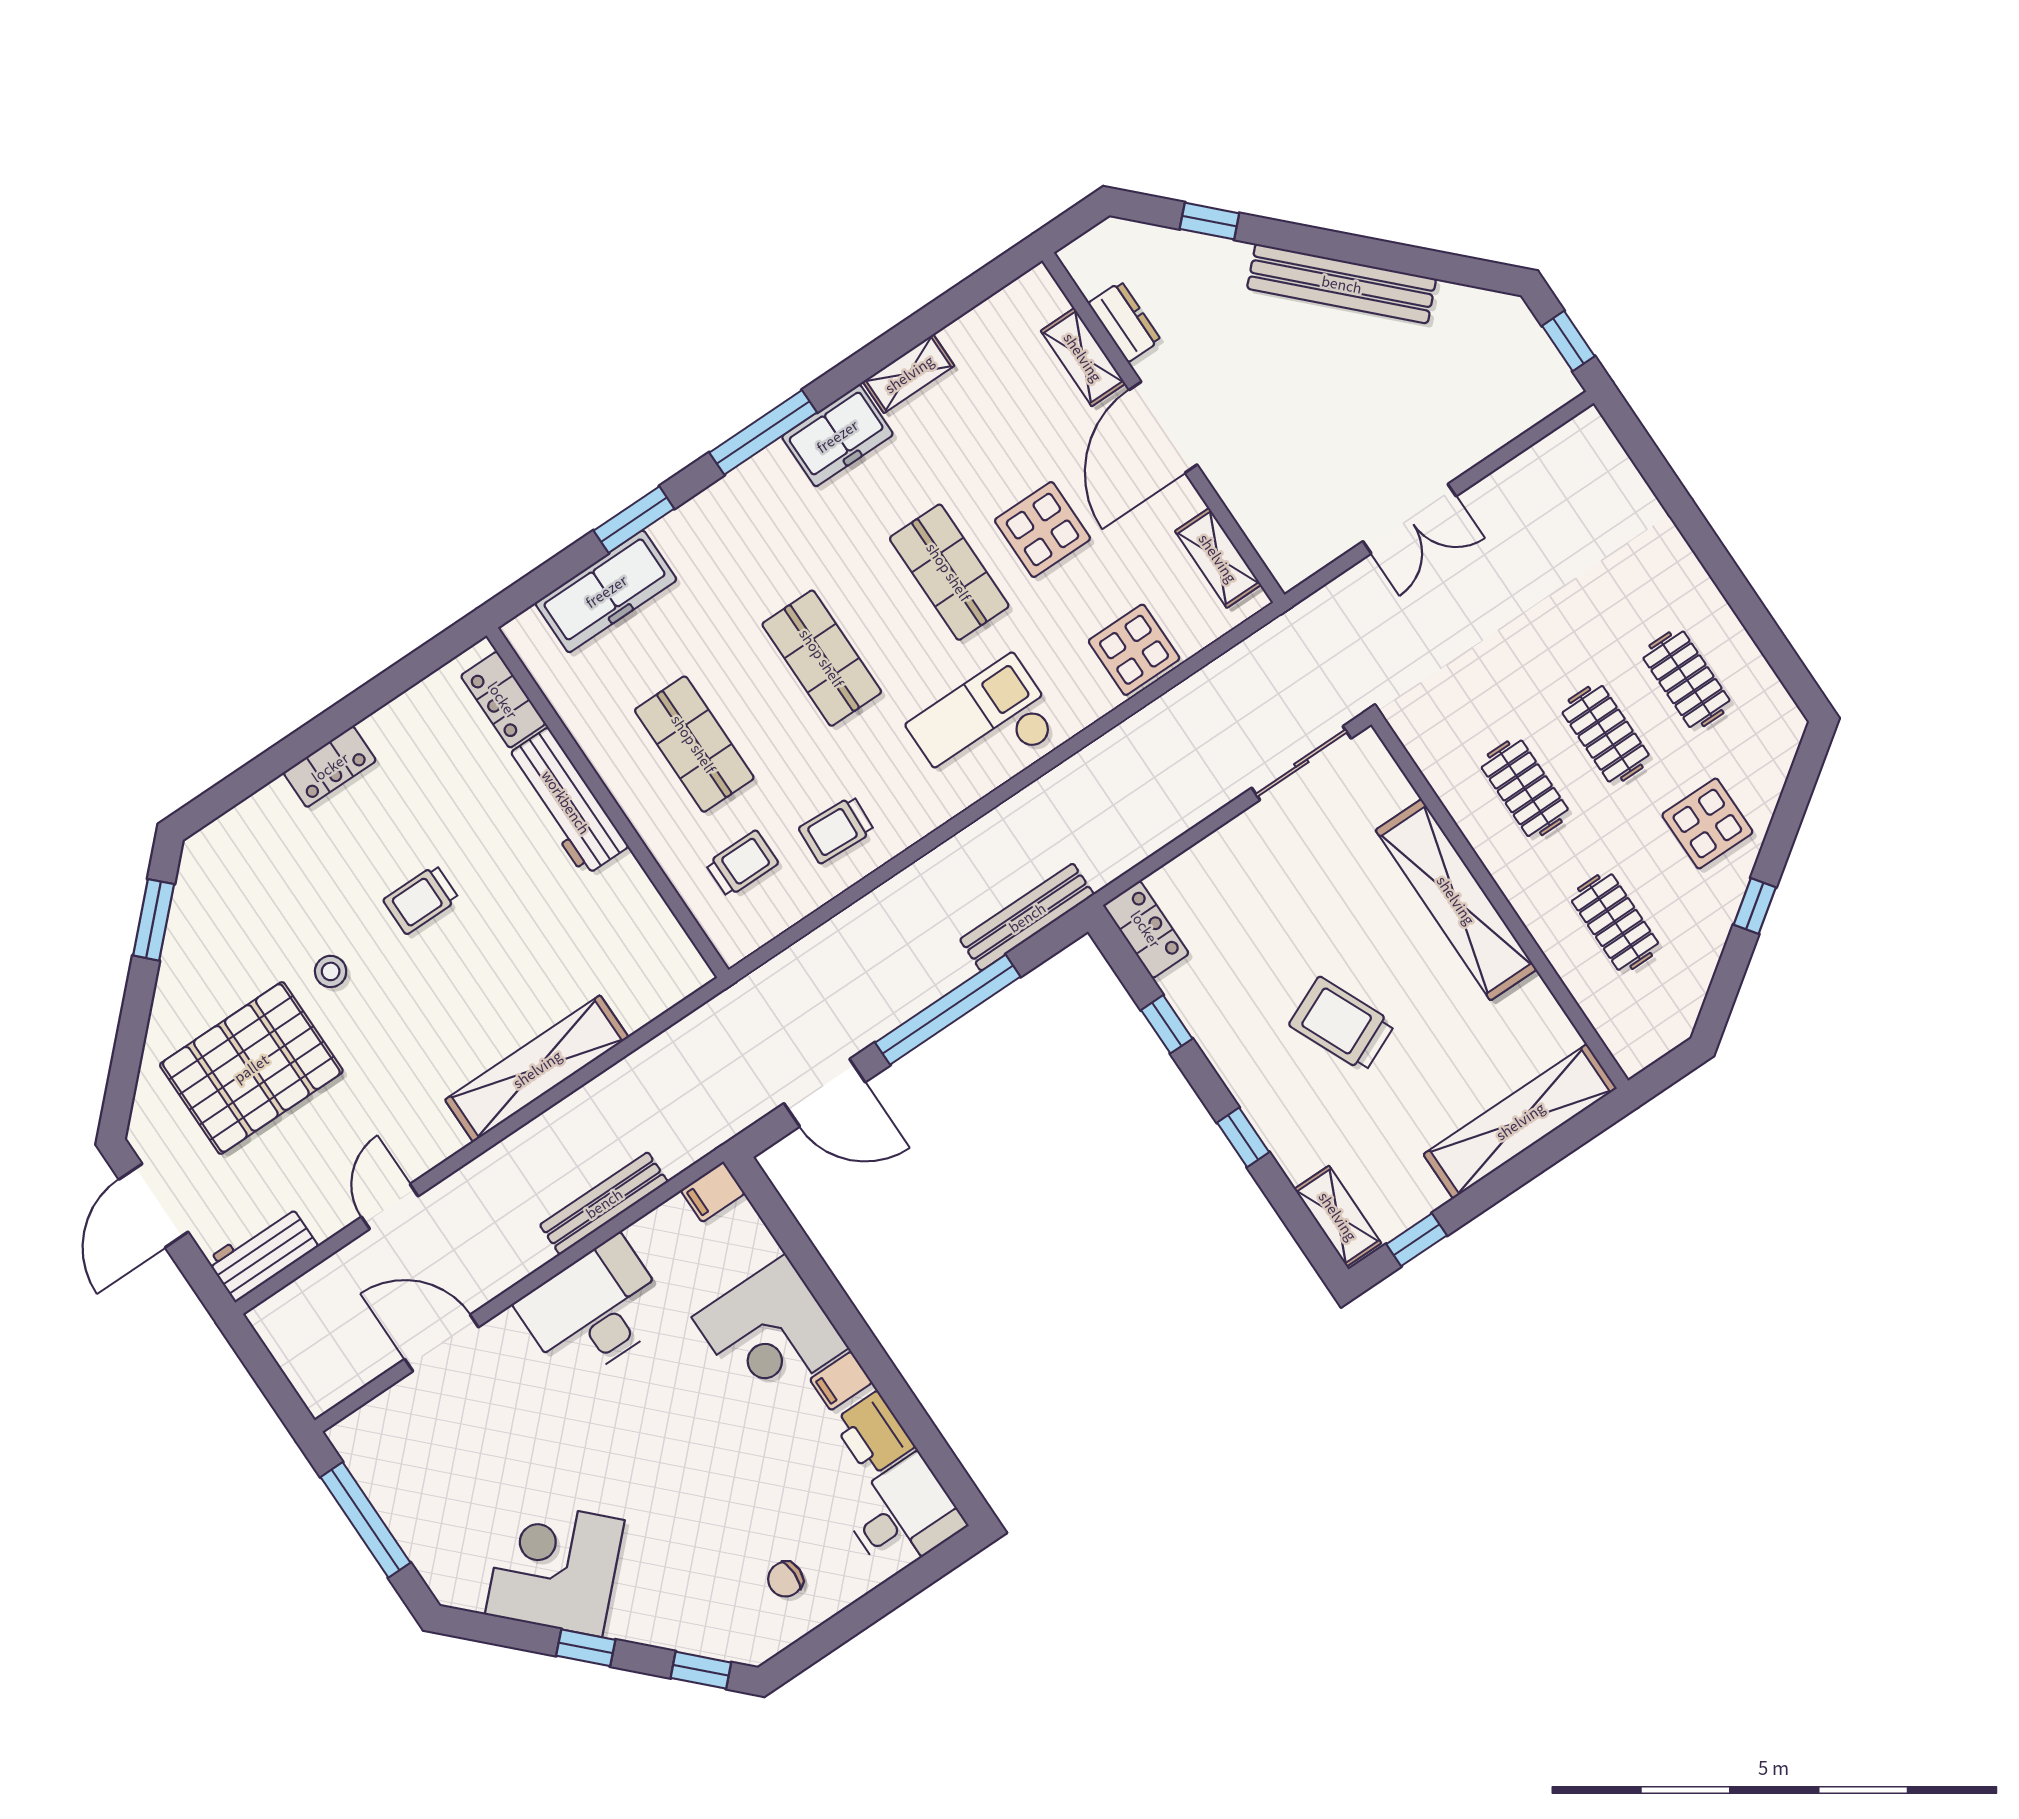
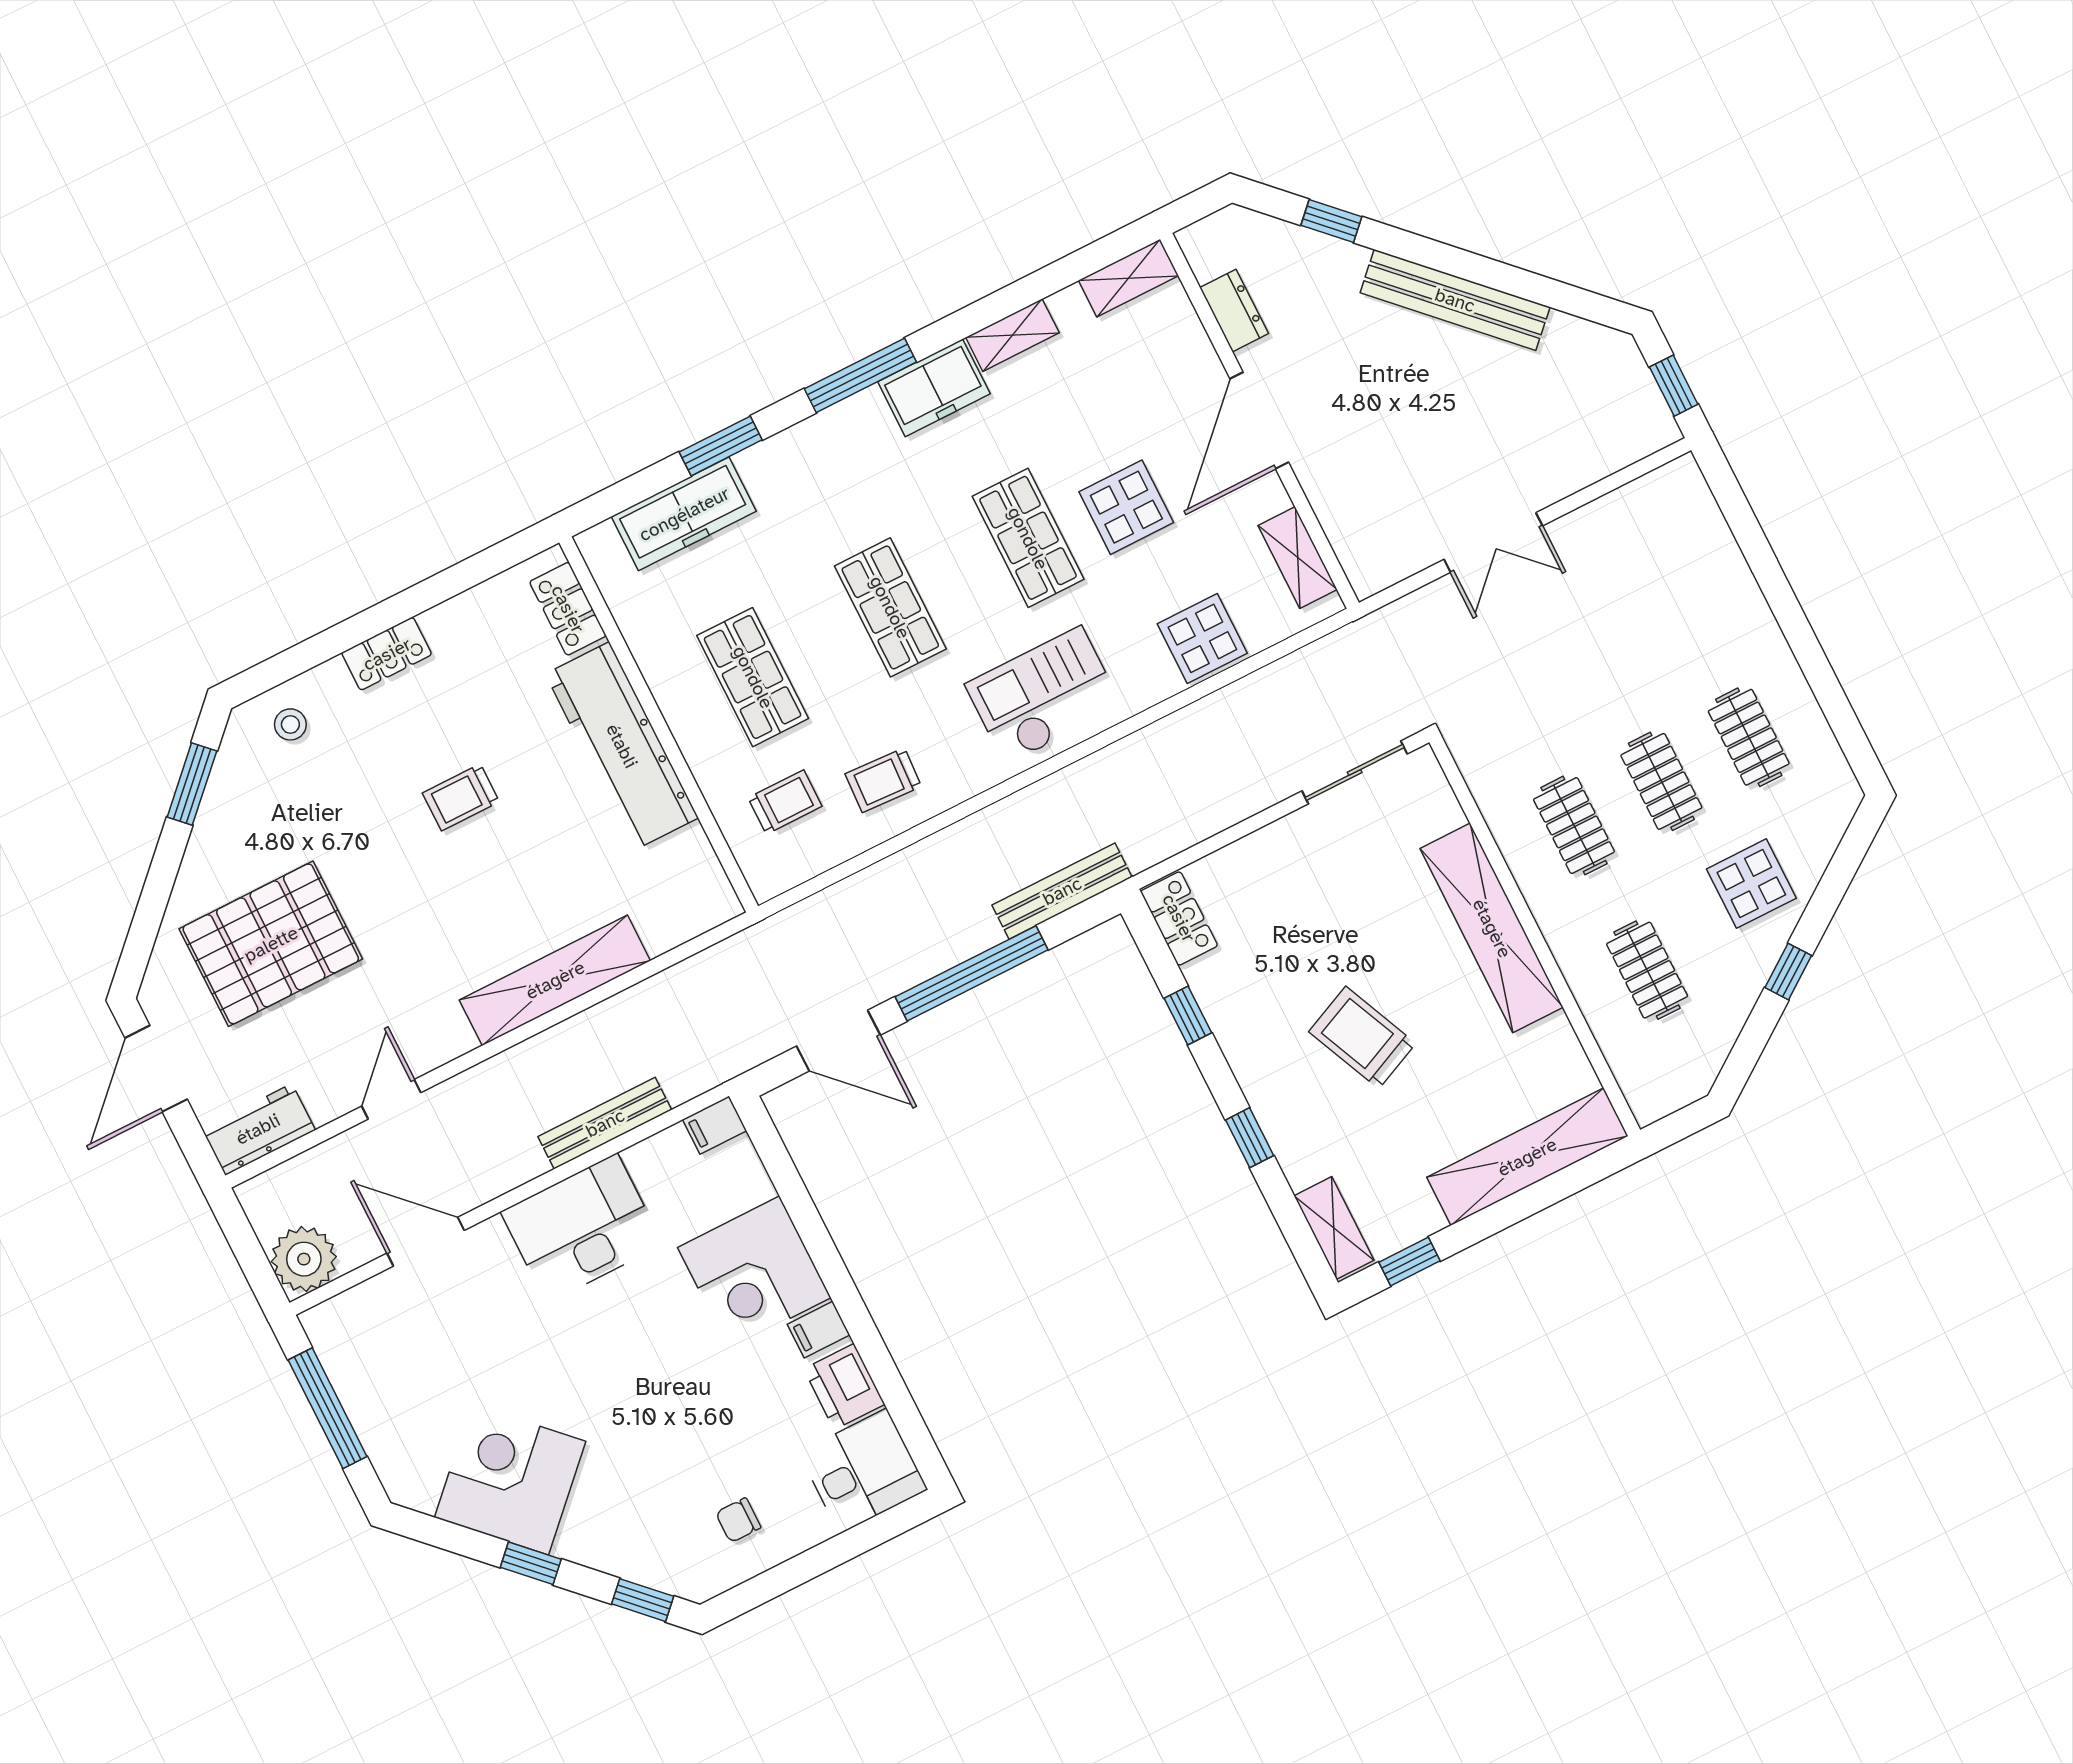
shelving: (1083, 357) -> (1129, 278), moved, turned 90
workbench: (566, 802) -> (622, 746), width x1.36, depth x1.32
stool: (331, 971) -> (290, 724), moved
plant: (323, 1375) -> (304, 1259), added

